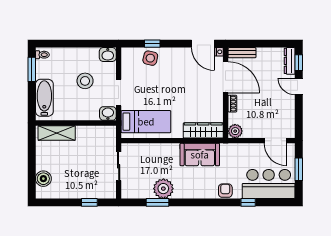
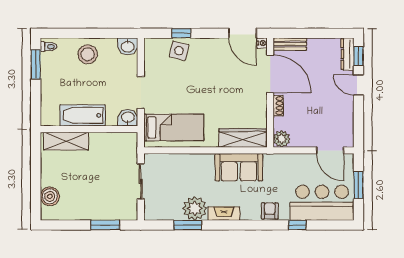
stool: (85, 81) -> (88, 54), moved
bathtub: (44, 98) -> (82, 115), moved, turned -90
fireplace: (187, 193) -> (224, 214), added
window: (89, 202) -> (105, 225), width x1.50

